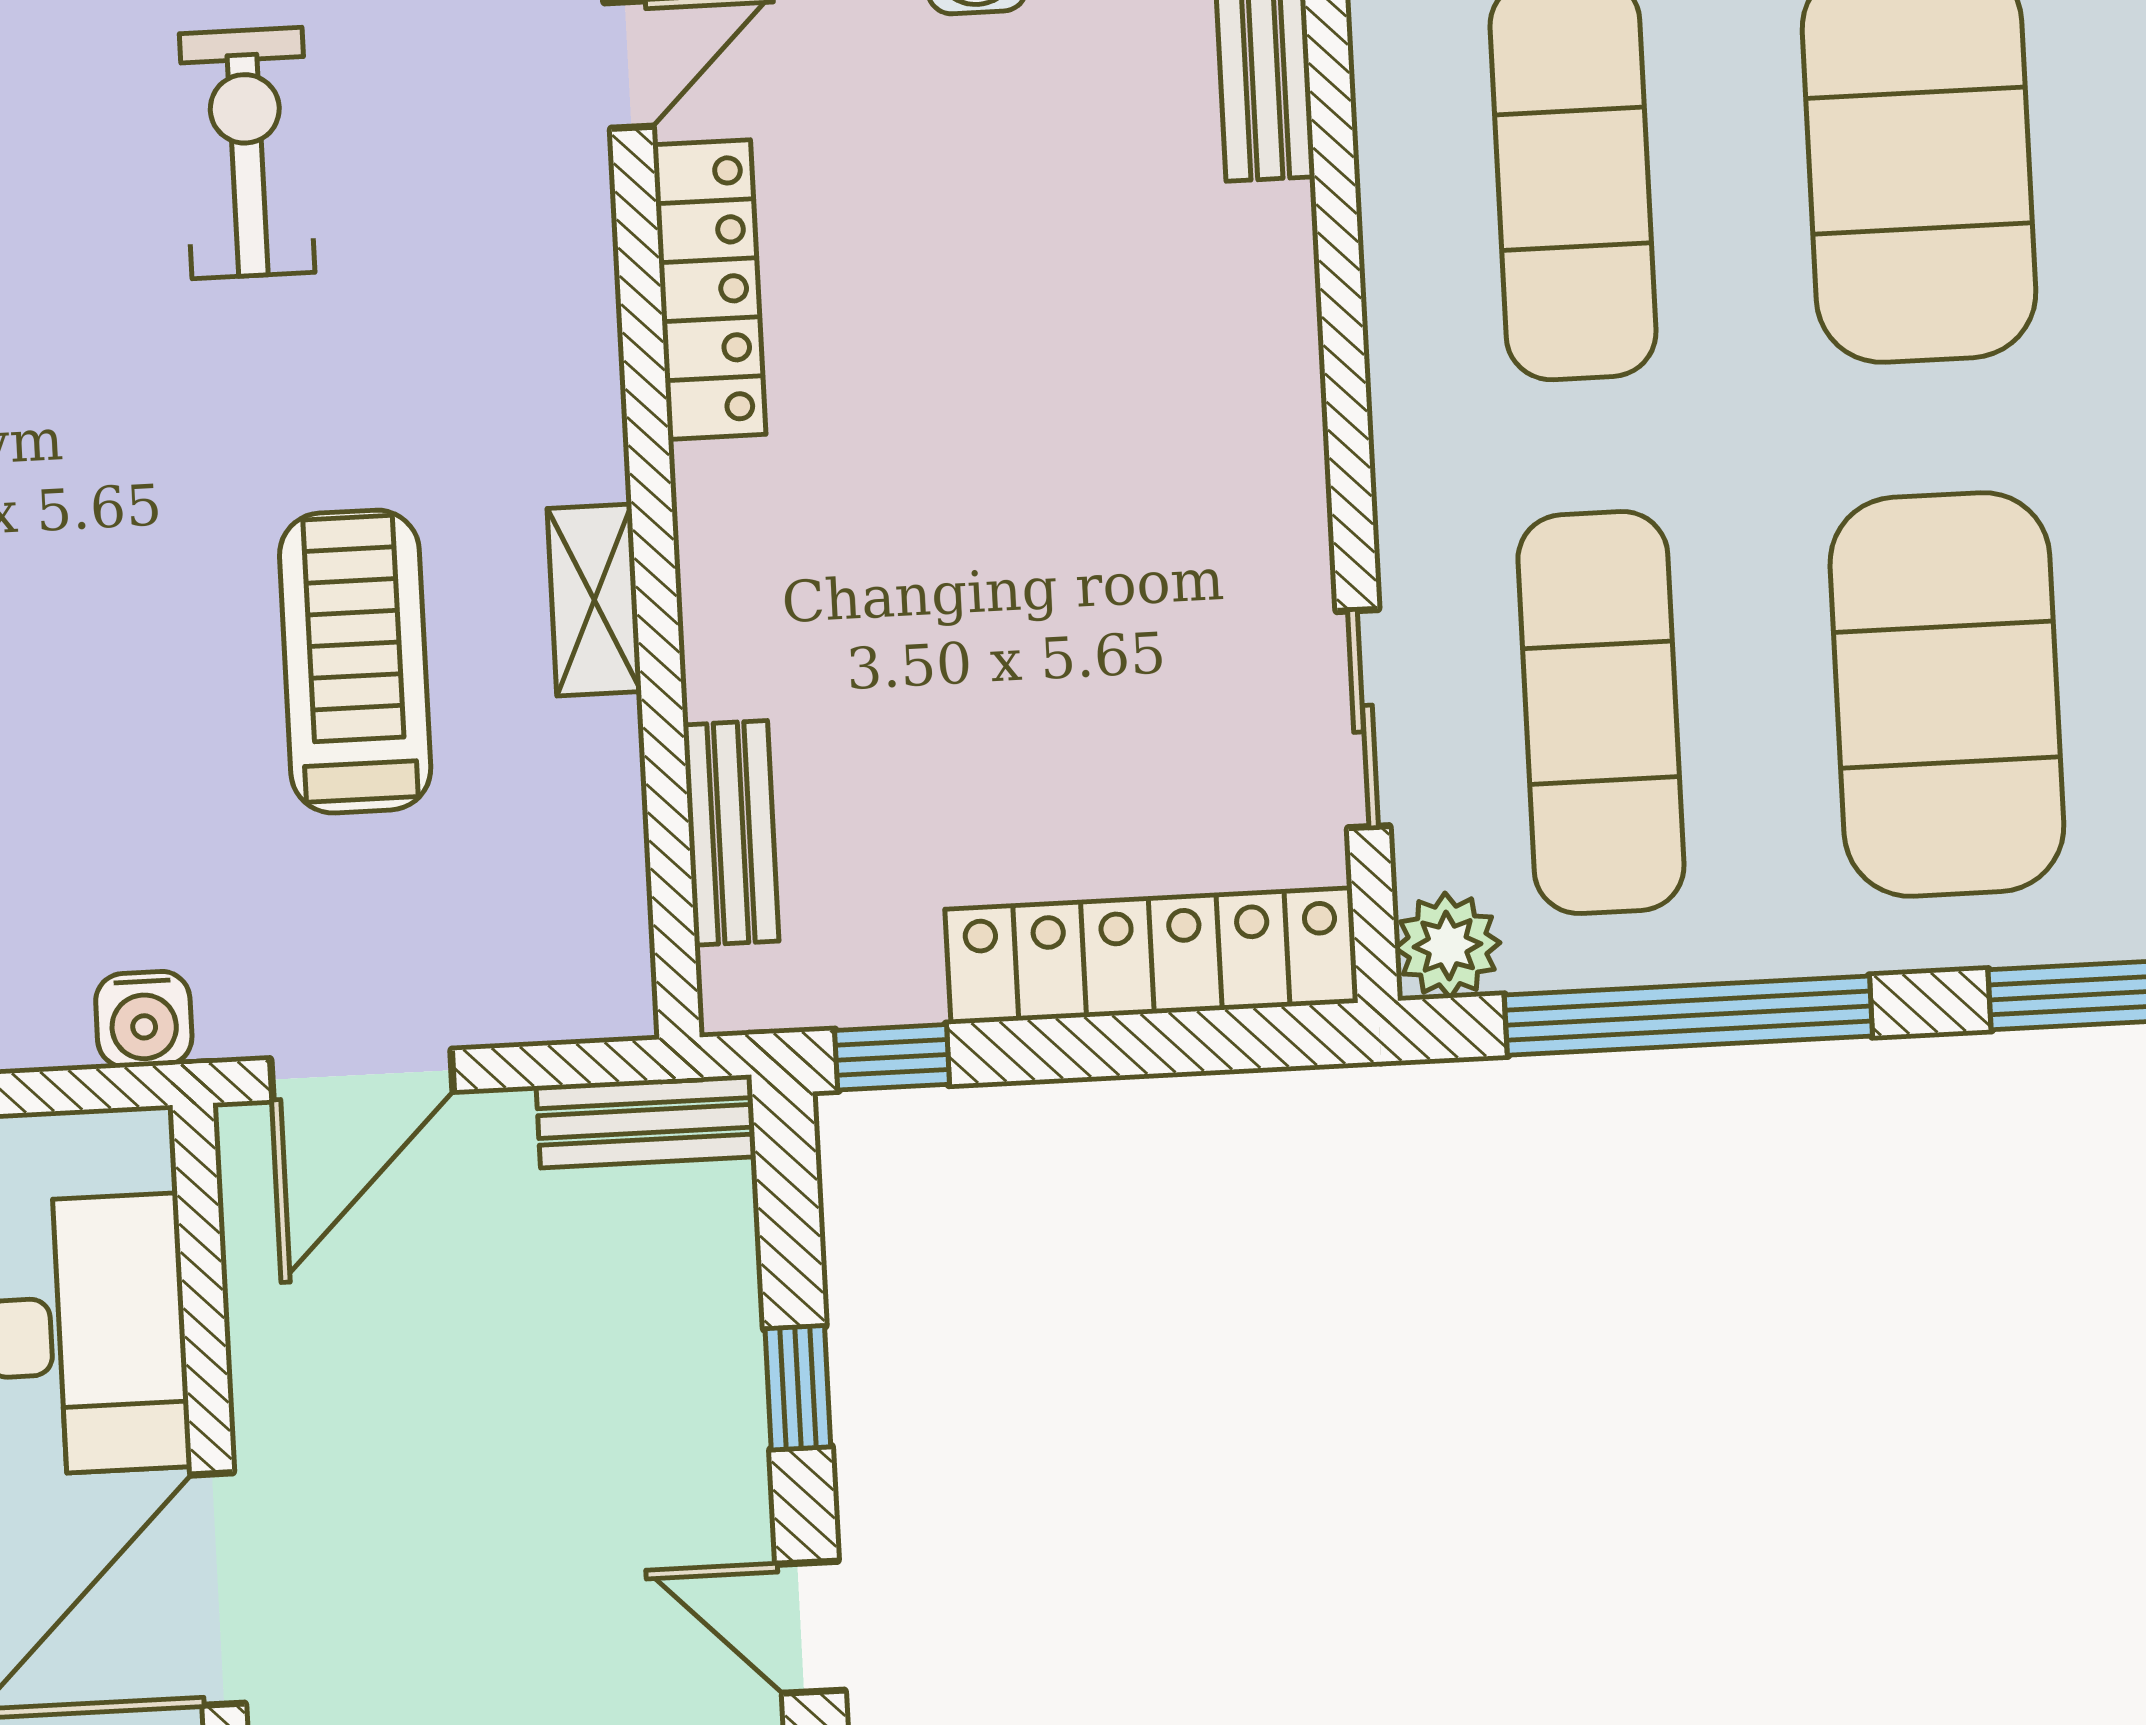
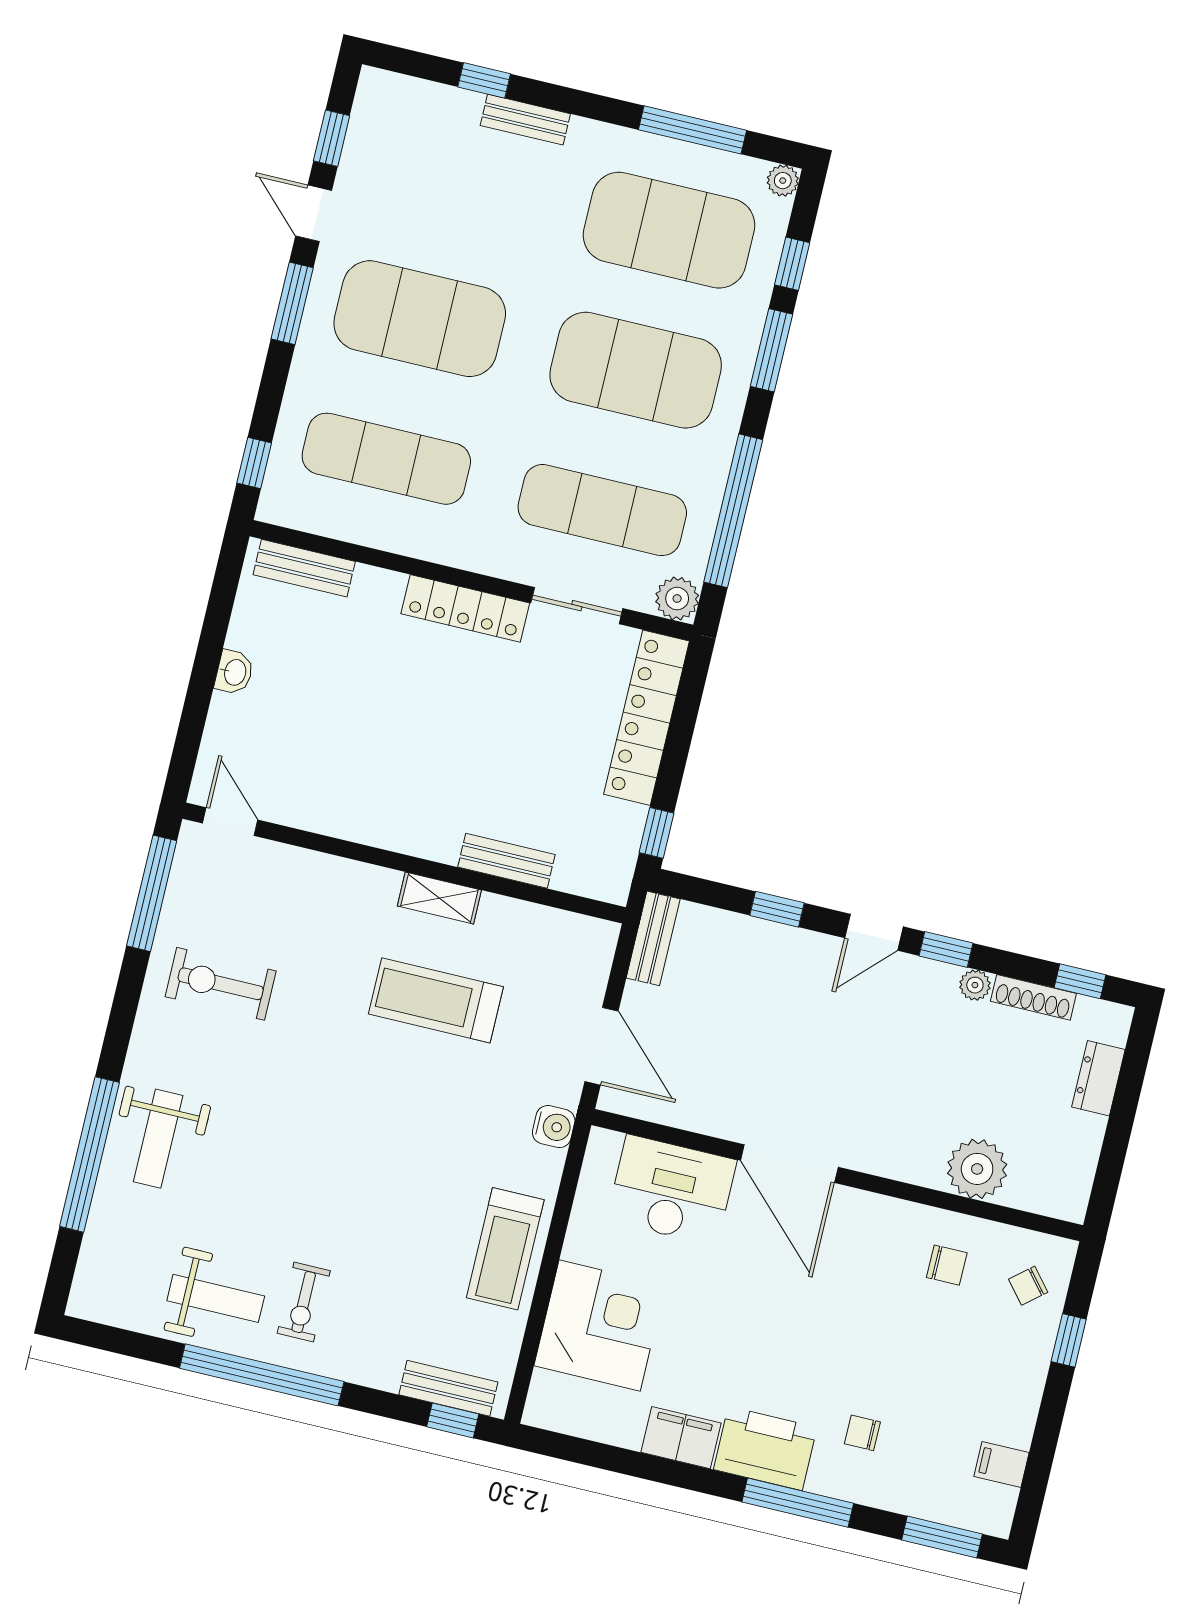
locker: (709, 290) -> (465, 608), moved, turned 180
bench: (731, 833) -> (506, 861), moved

